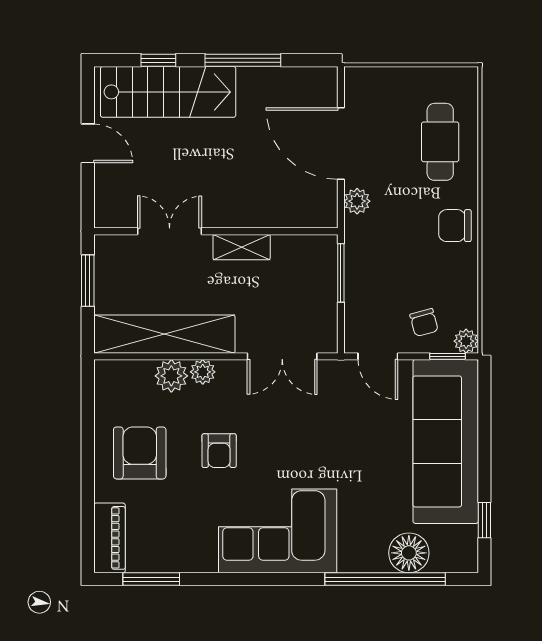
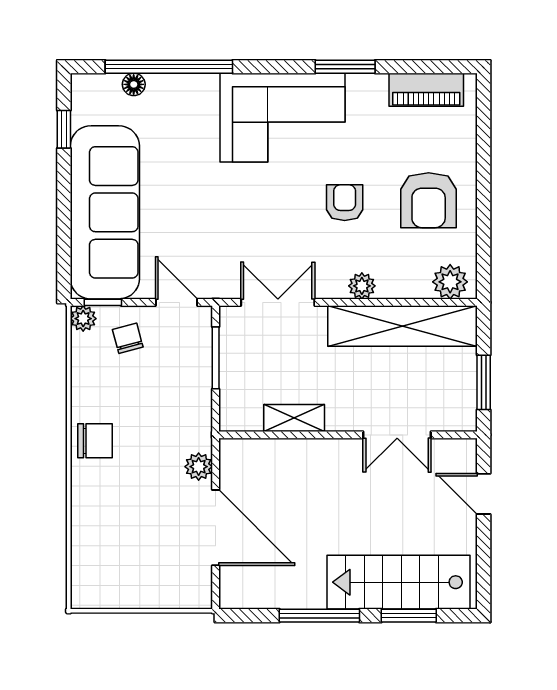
window: (158, 60) -> (409, 616), width x1.50
cafe table: (440, 142) -> (111, 529), removed
door: (88, 143) -> (484, 494), moved
shelving: (242, 247) -> (294, 418), moved
window: (341, 273) -> (216, 358), moved
plant: (171, 376) -> (450, 282), moved
piano: (109, 538) -> (426, 90), moved, turned -90
floor lamp: (409, 553) -> (134, 84), width x0.53, depth x0.53
window: (151, 579) -> (345, 67), moved

